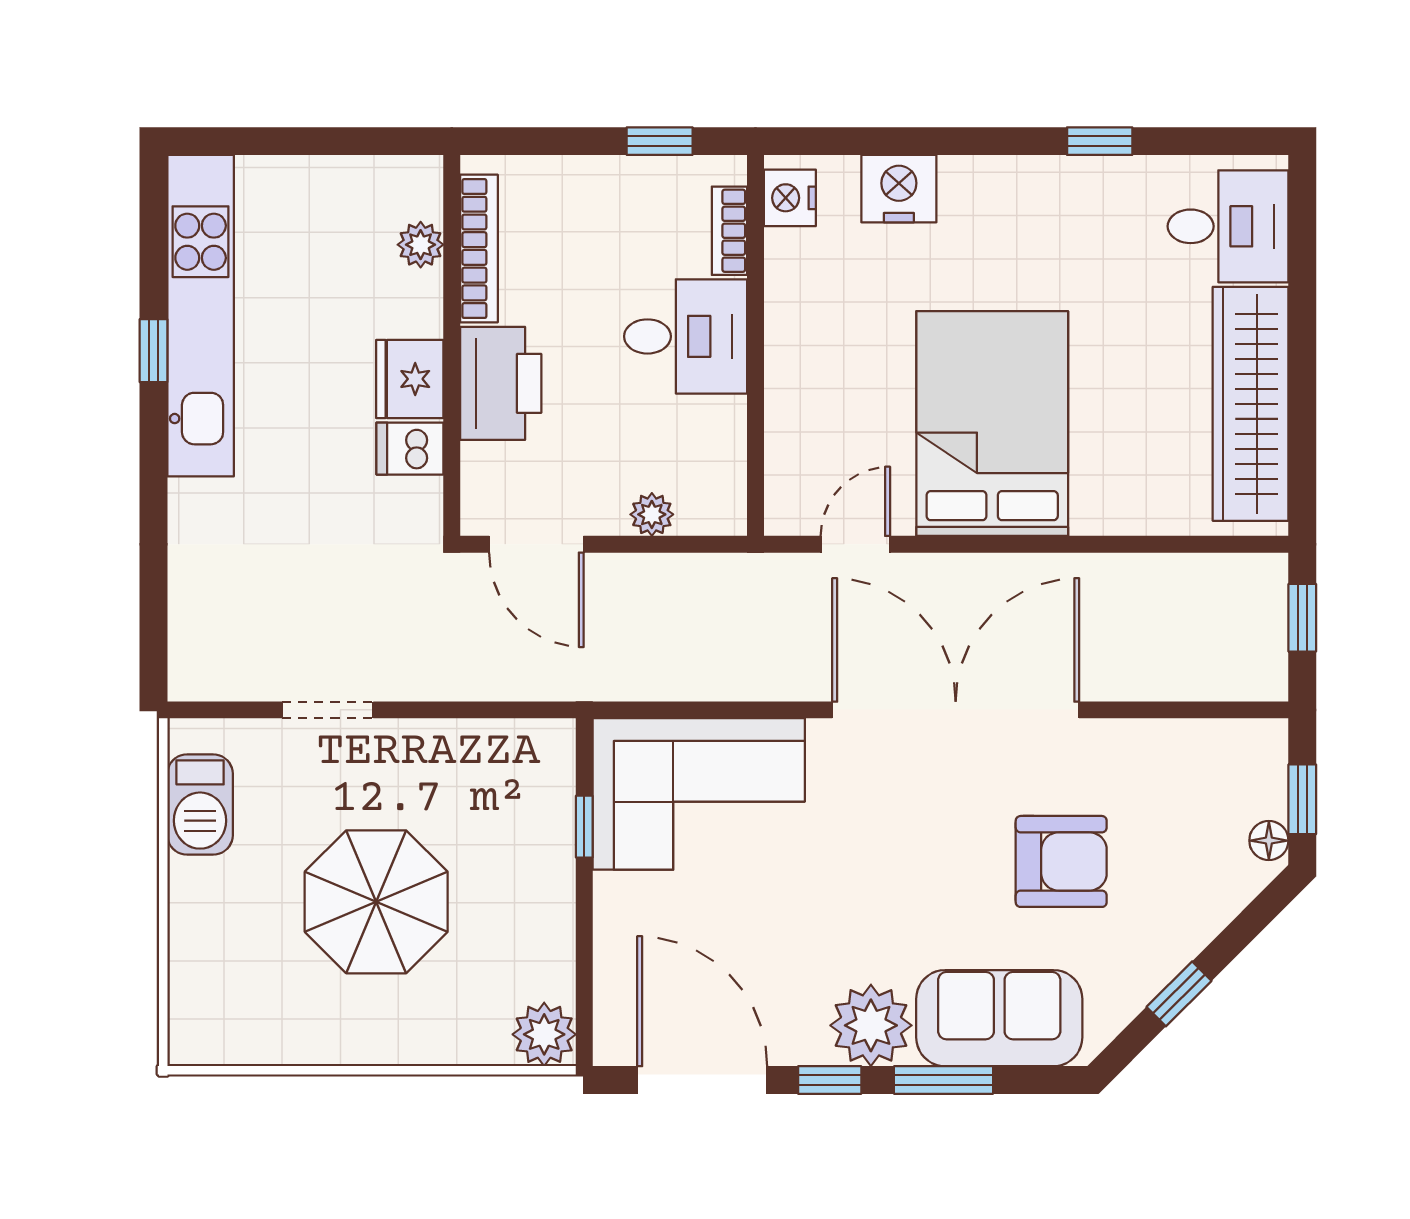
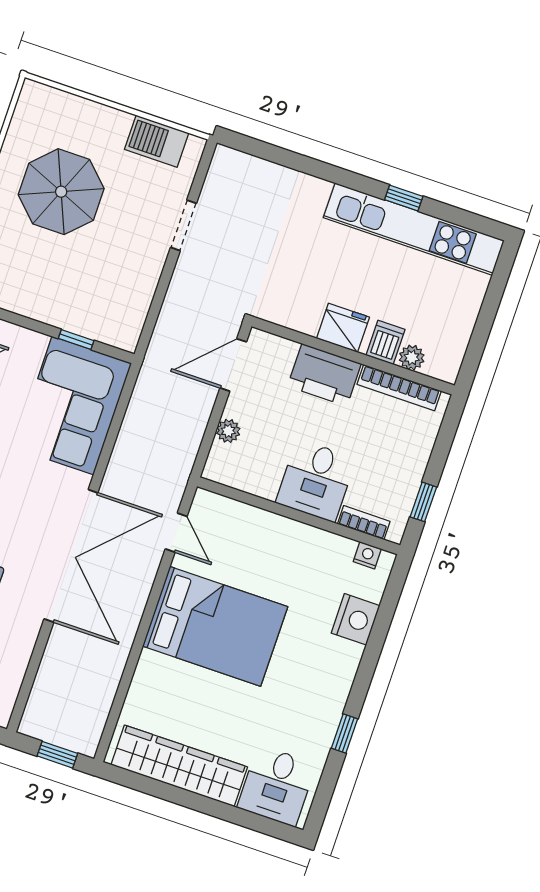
nightstand: (790, 198) -> (367, 555), width x0.72, depth x0.74
dishwasher: (410, 449) -> (386, 342), moved
parasol: (376, 902) -> (61, 192), moved

